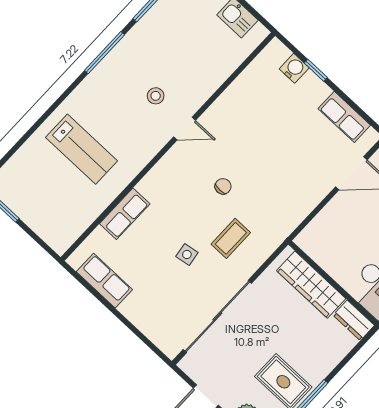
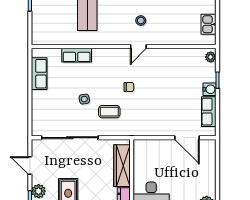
plant: (280, 52) -> (211, 57), added
water cooler: (294, 68) -> (210, 89), moved
door: (185, 129) -> (138, 47), hinge flipped

